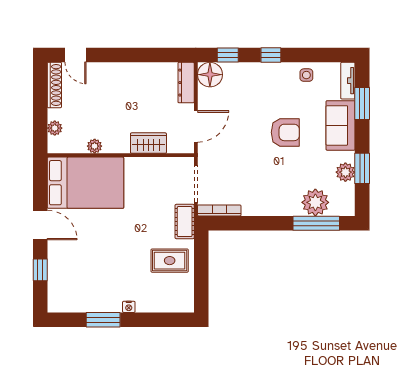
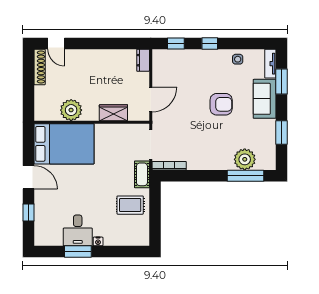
floor lamp: (210, 75) -> (162, 59), removed
dresser: (186, 83) -> (143, 60), width x0.70
plant: (55, 128) -> (40, 101), removed
plant: (95, 146) -> (71, 110), width x1.88, depth x1.88
plant: (345, 172) -> (268, 136), removed
desk: (103, 293) -> (78, 230), added

